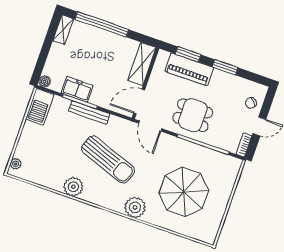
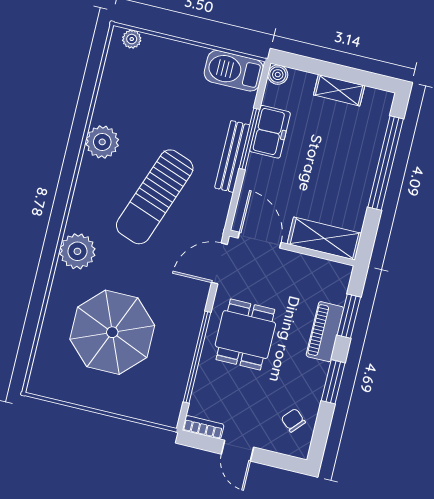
shelving: (63, 30) -> (339, 90), moved
piano: (189, 69) -> (325, 332), width x0.73, depth x0.75
chair: (251, 103) -> (293, 420), moved

